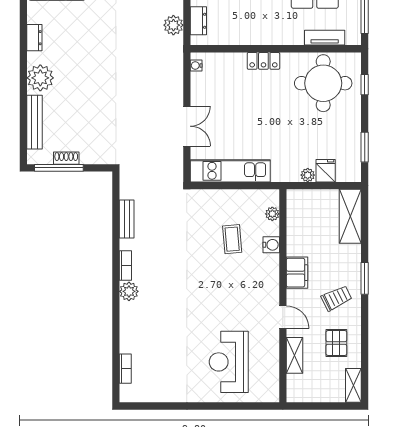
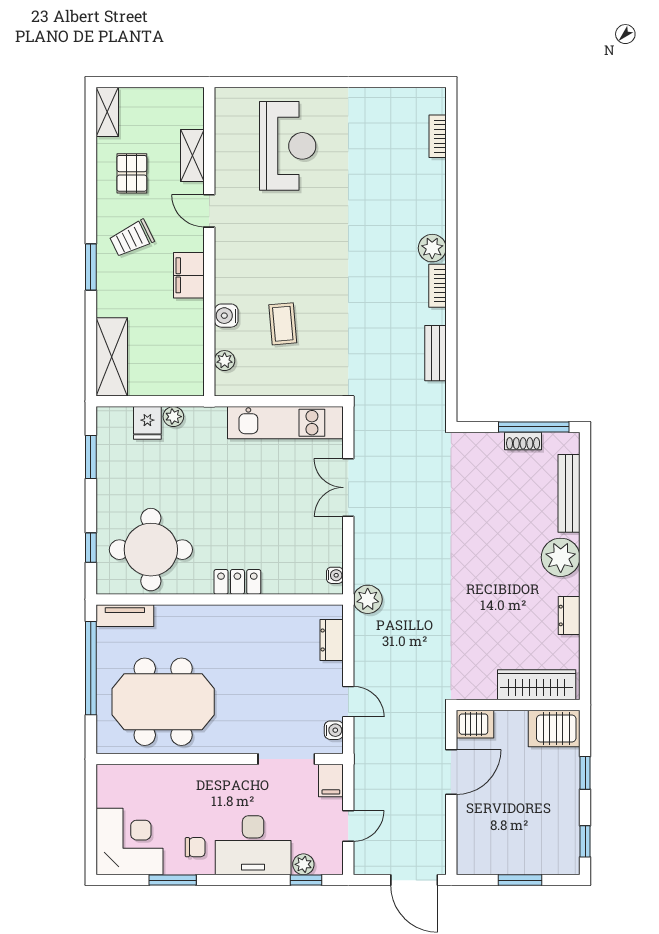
plant: (173, 25) -> (368, 599), moved
tv unit: (325, 38) -> (125, 616), moved

